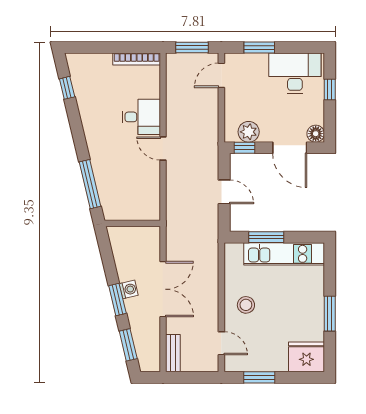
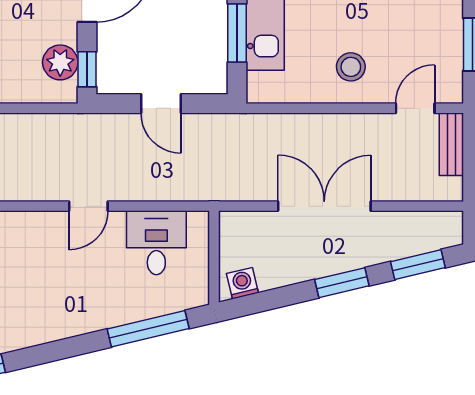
desk: (141, 117) -> (156, 243), moved
door: (224, 192) -> (161, 104), swing flipped
washing machine: (129, 289) -> (242, 283), moved
bench: (173, 353) -> (451, 144), moved, turned 90

